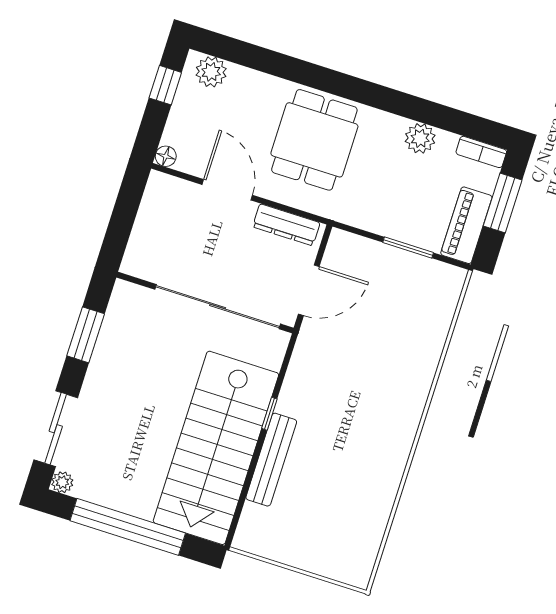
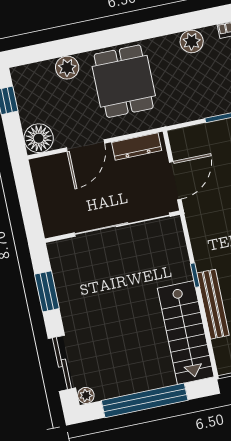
plant: (211, 72) -> (67, 68), moved
floor lamp: (166, 156) -> (39, 138), width x1.89, depth x1.89
door: (227, 190) -> (86, 145), swing flipped
stairs: (216, 448) -> (186, 332), width x0.73, depth x0.66

